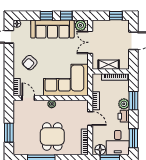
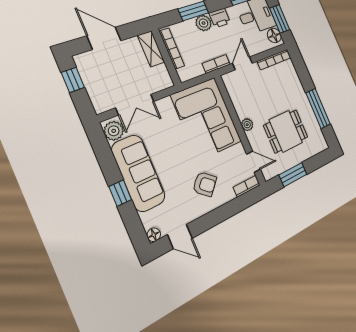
window: (66, 16) -> (107, 161), removed
shelving: (109, 65) -> (151, 49), moved
door: (28, 98) -> (253, 162), swing flipped
window: (9, 133) -> (293, 175), moved
dining table: (52, 136) -> (286, 131), moved

